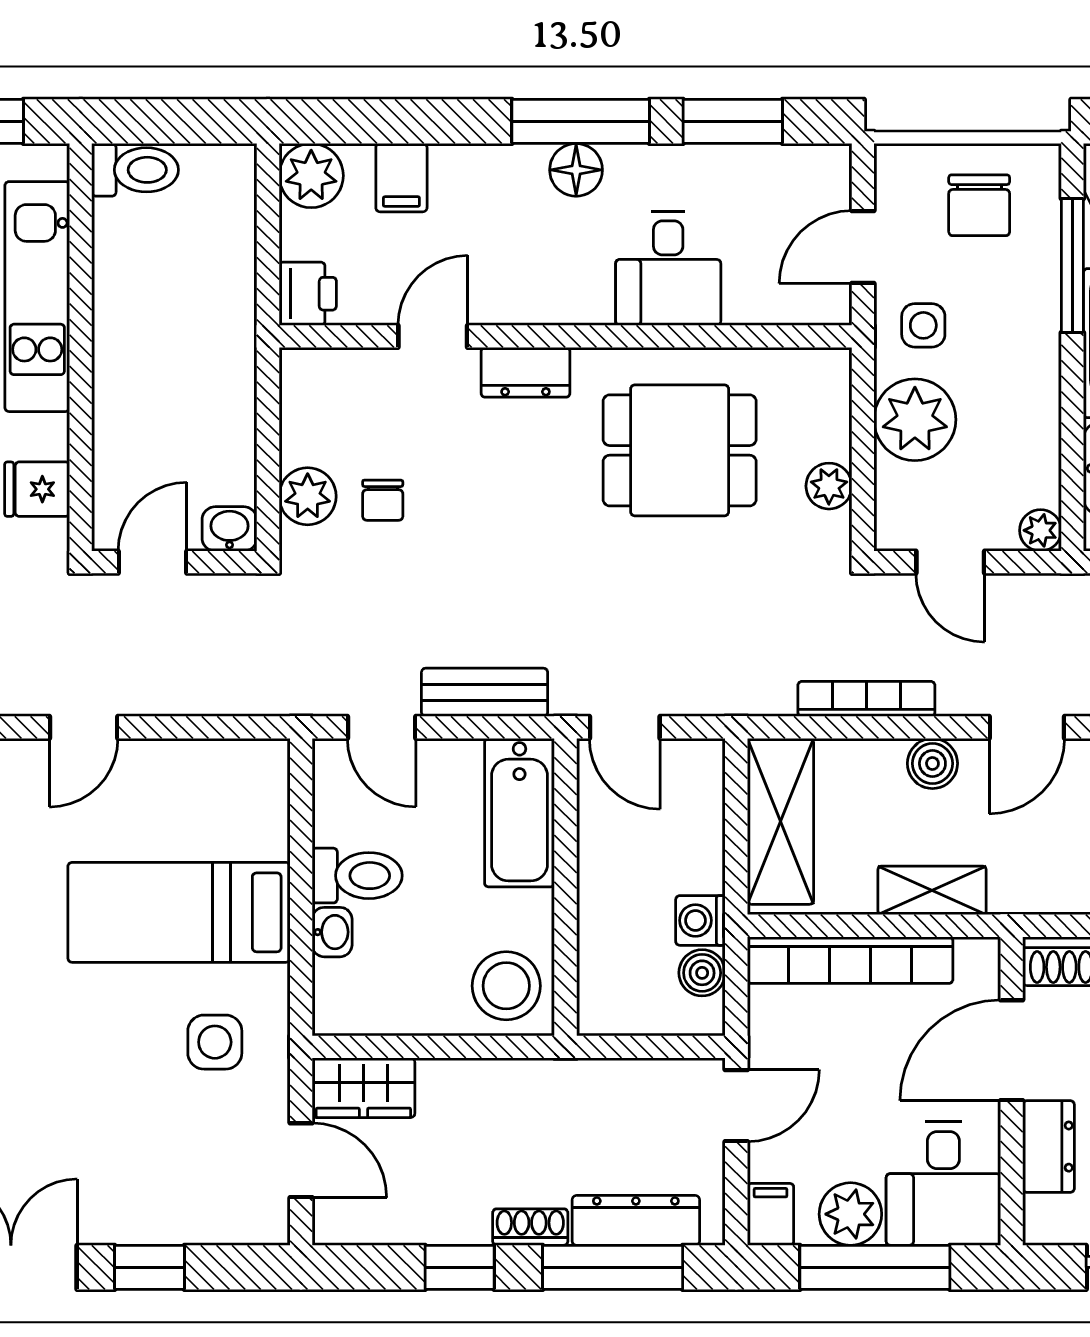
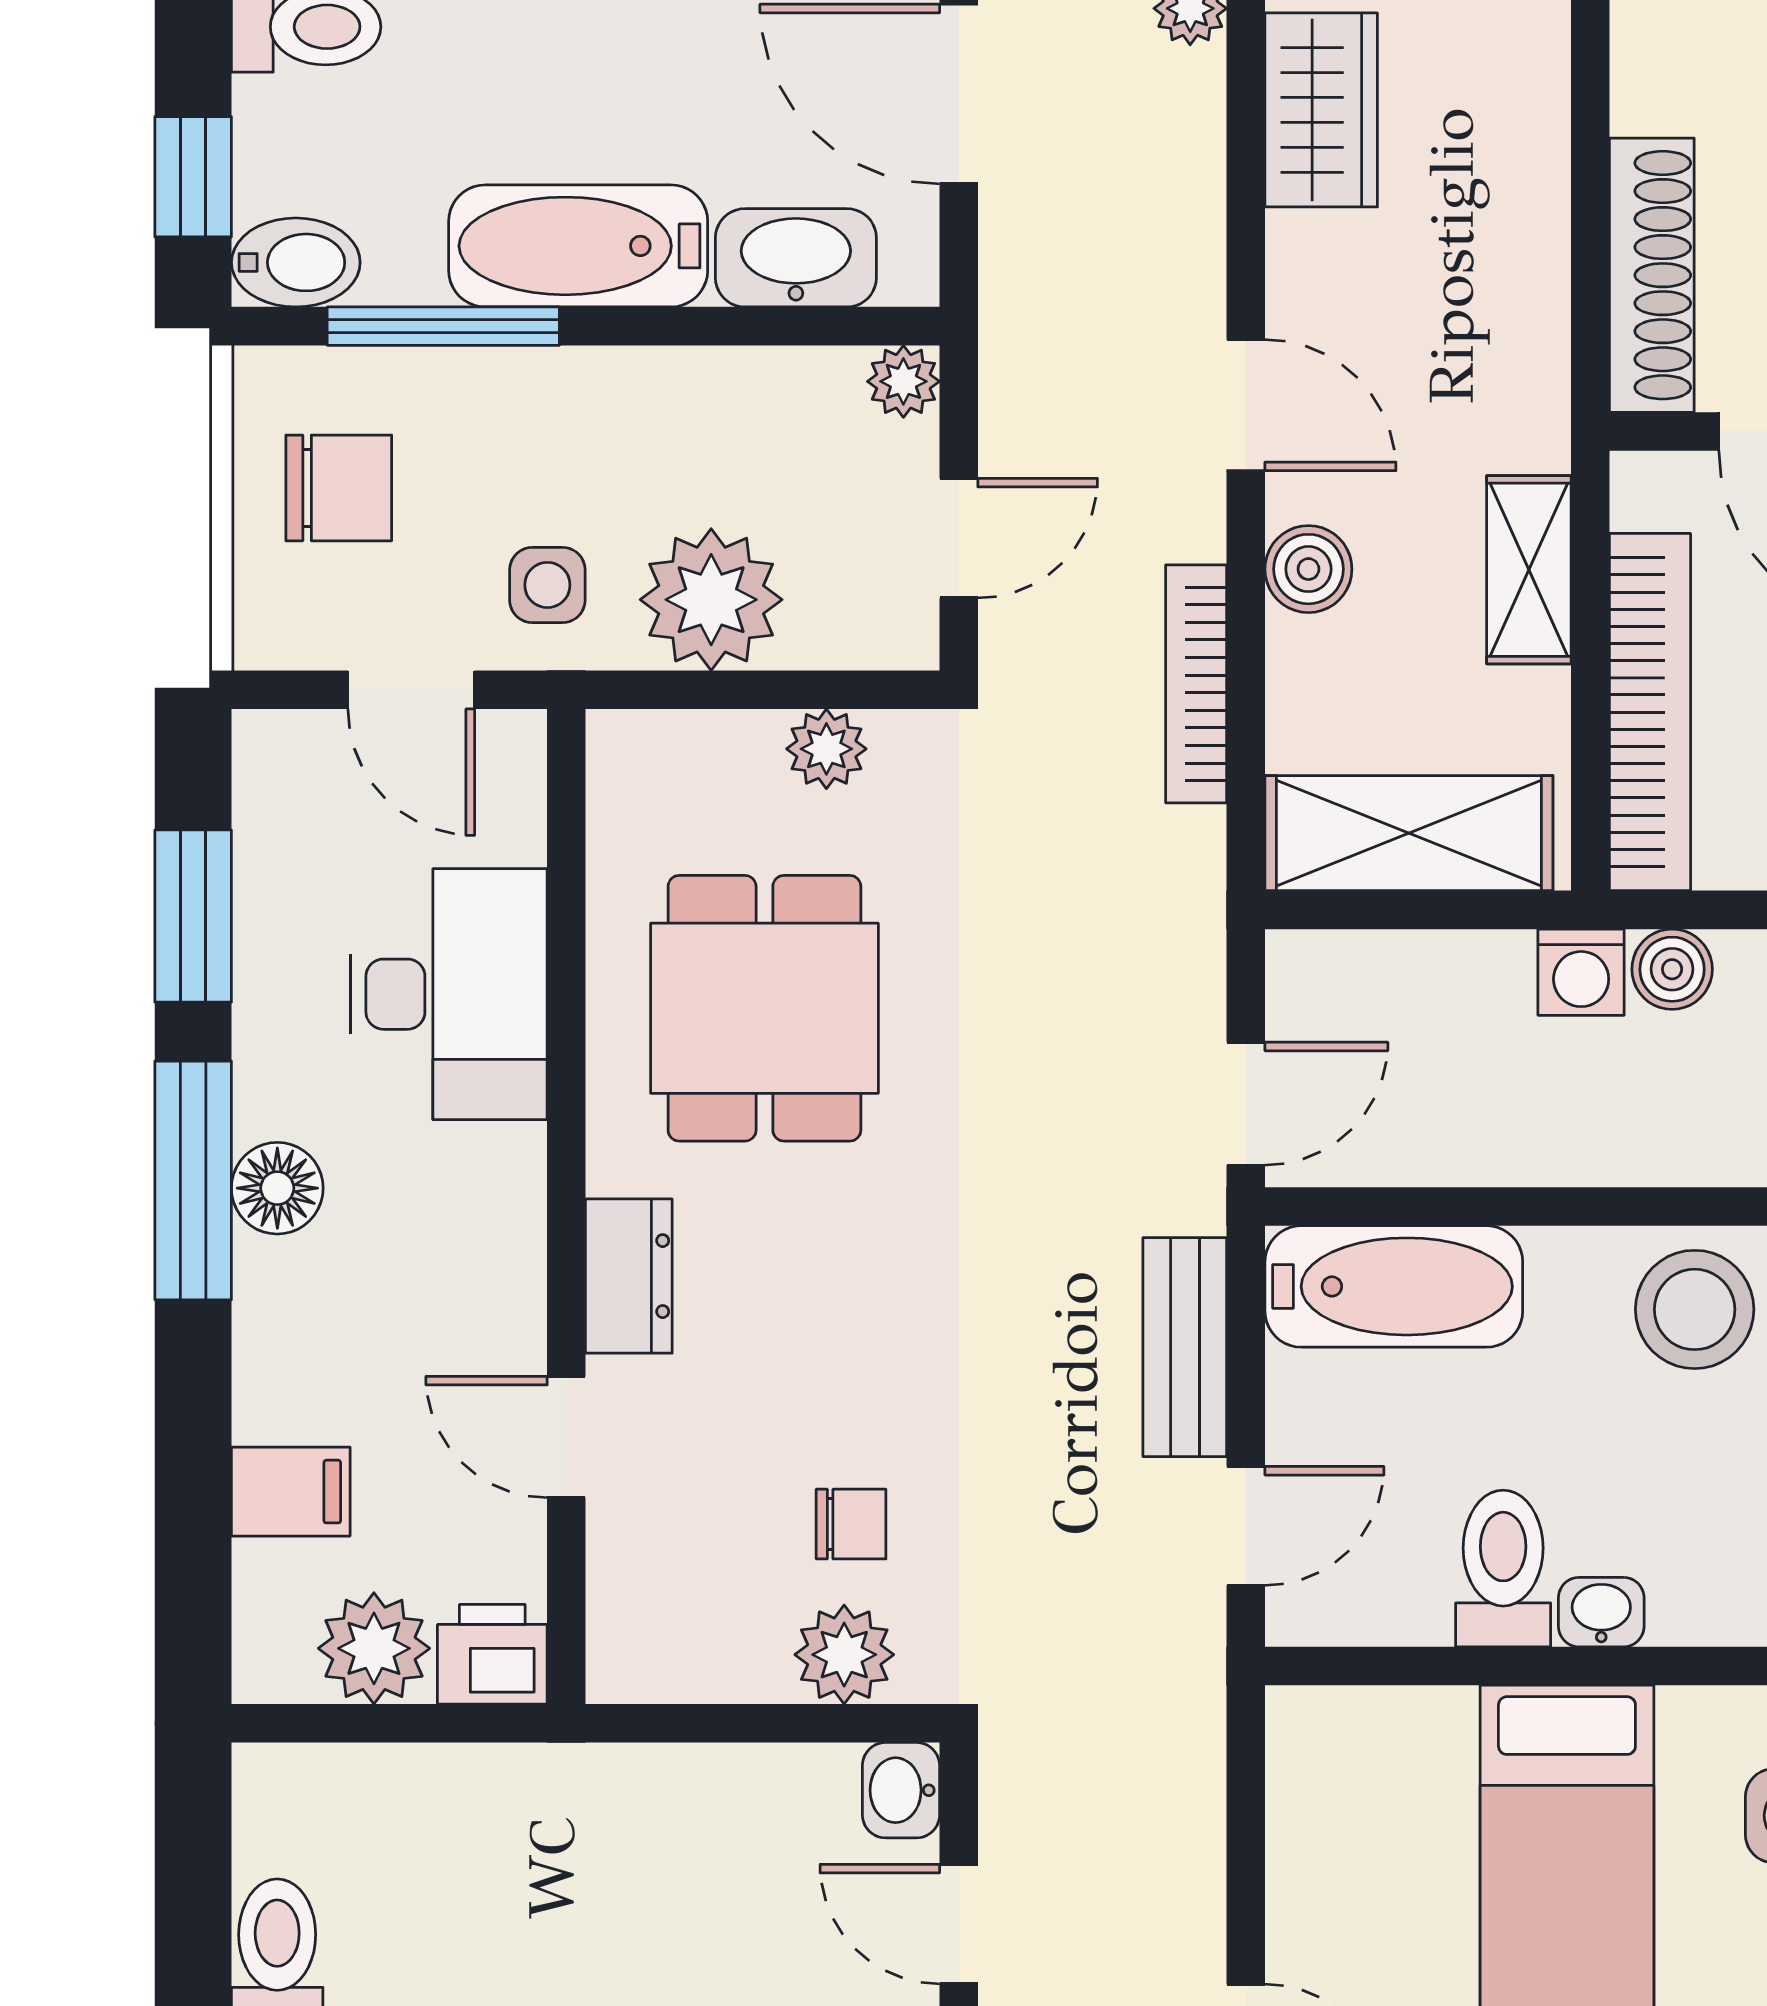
plant: (311, 176) -> (374, 1648), moved
desk: (668, 269) -> (449, 994), width x1.37

